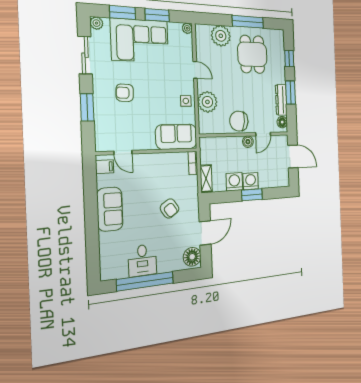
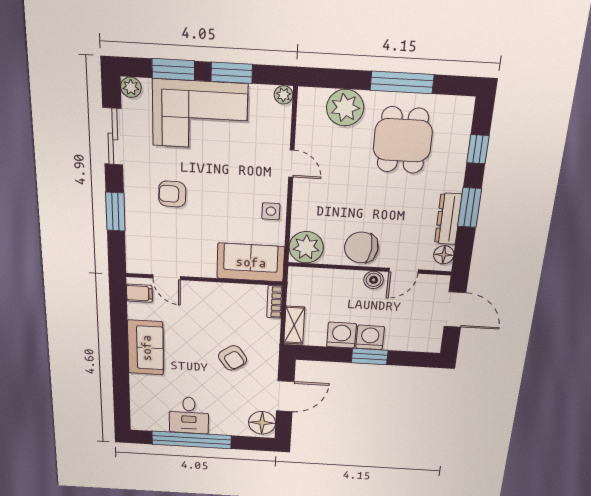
plant: (207, 102) -> (306, 247), moved

